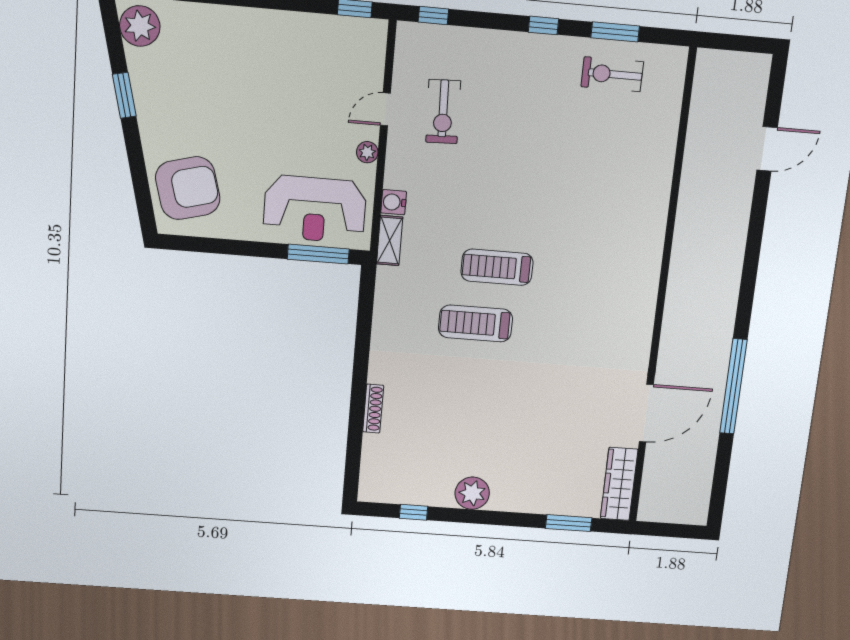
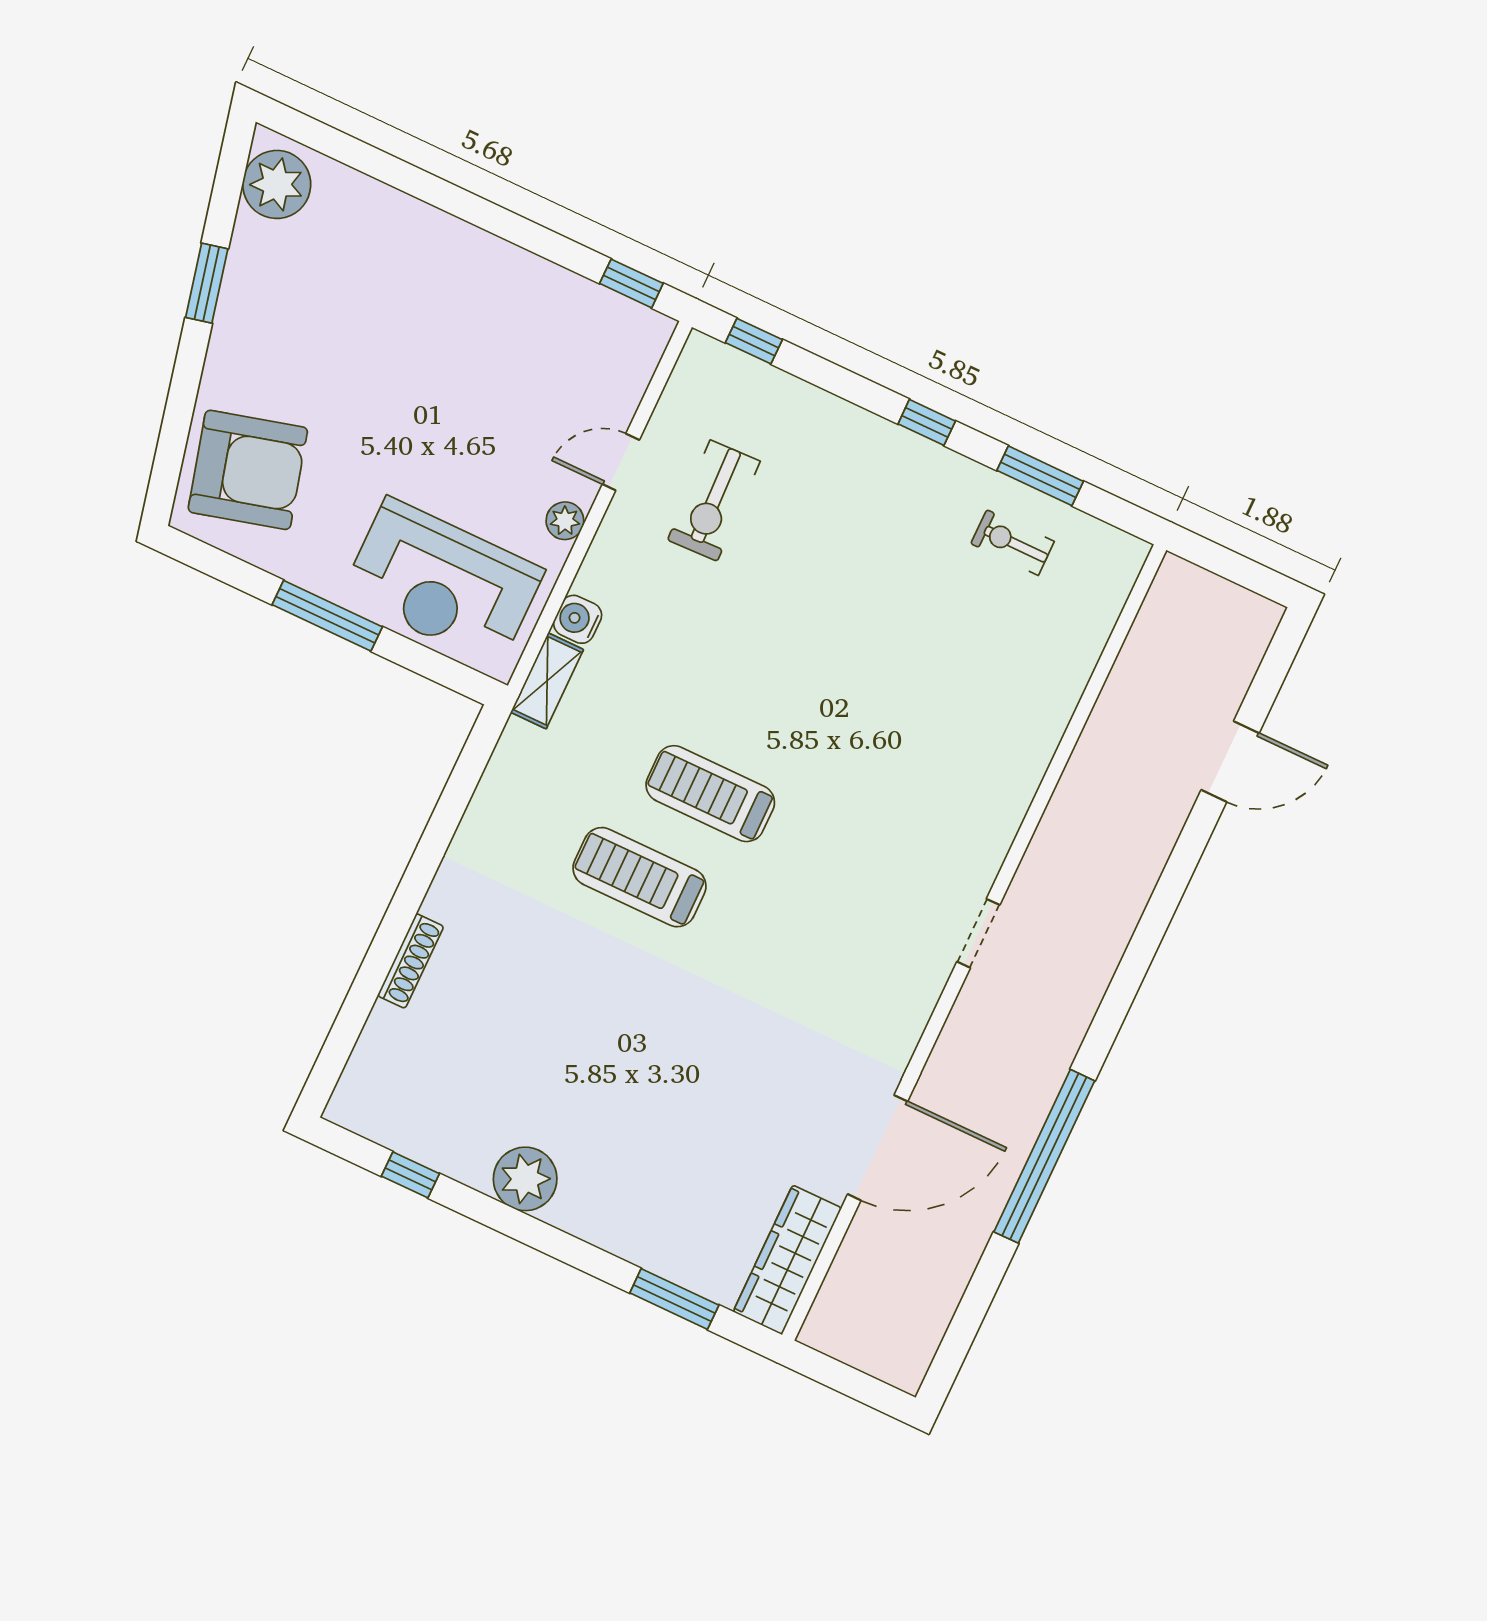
exercise bike: (612, 74) -> (1013, 543), width x0.73, depth x0.72
window: (318, 254) -> (327, 616), moved
doorway: (662, 287) -> (978, 933), added

